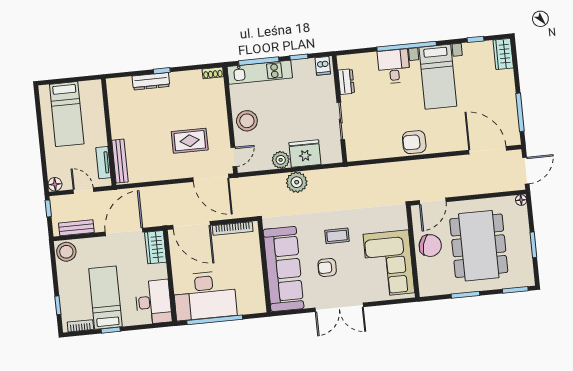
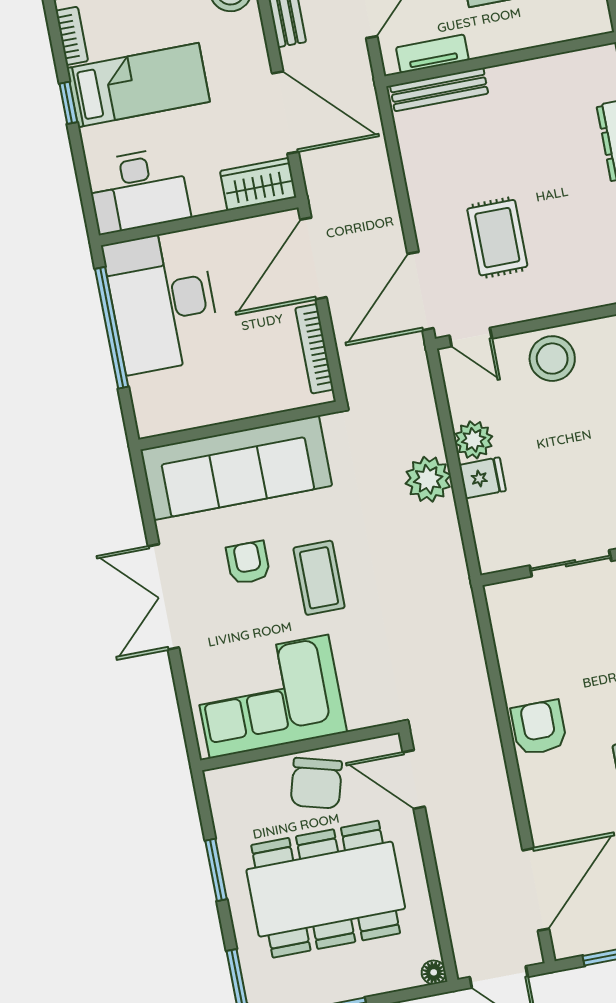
fridge: (305, 154) -> (483, 478), width x0.53, depth x0.75
coffee table: (337, 236) -> (319, 578), width x1.36, depth x1.30

